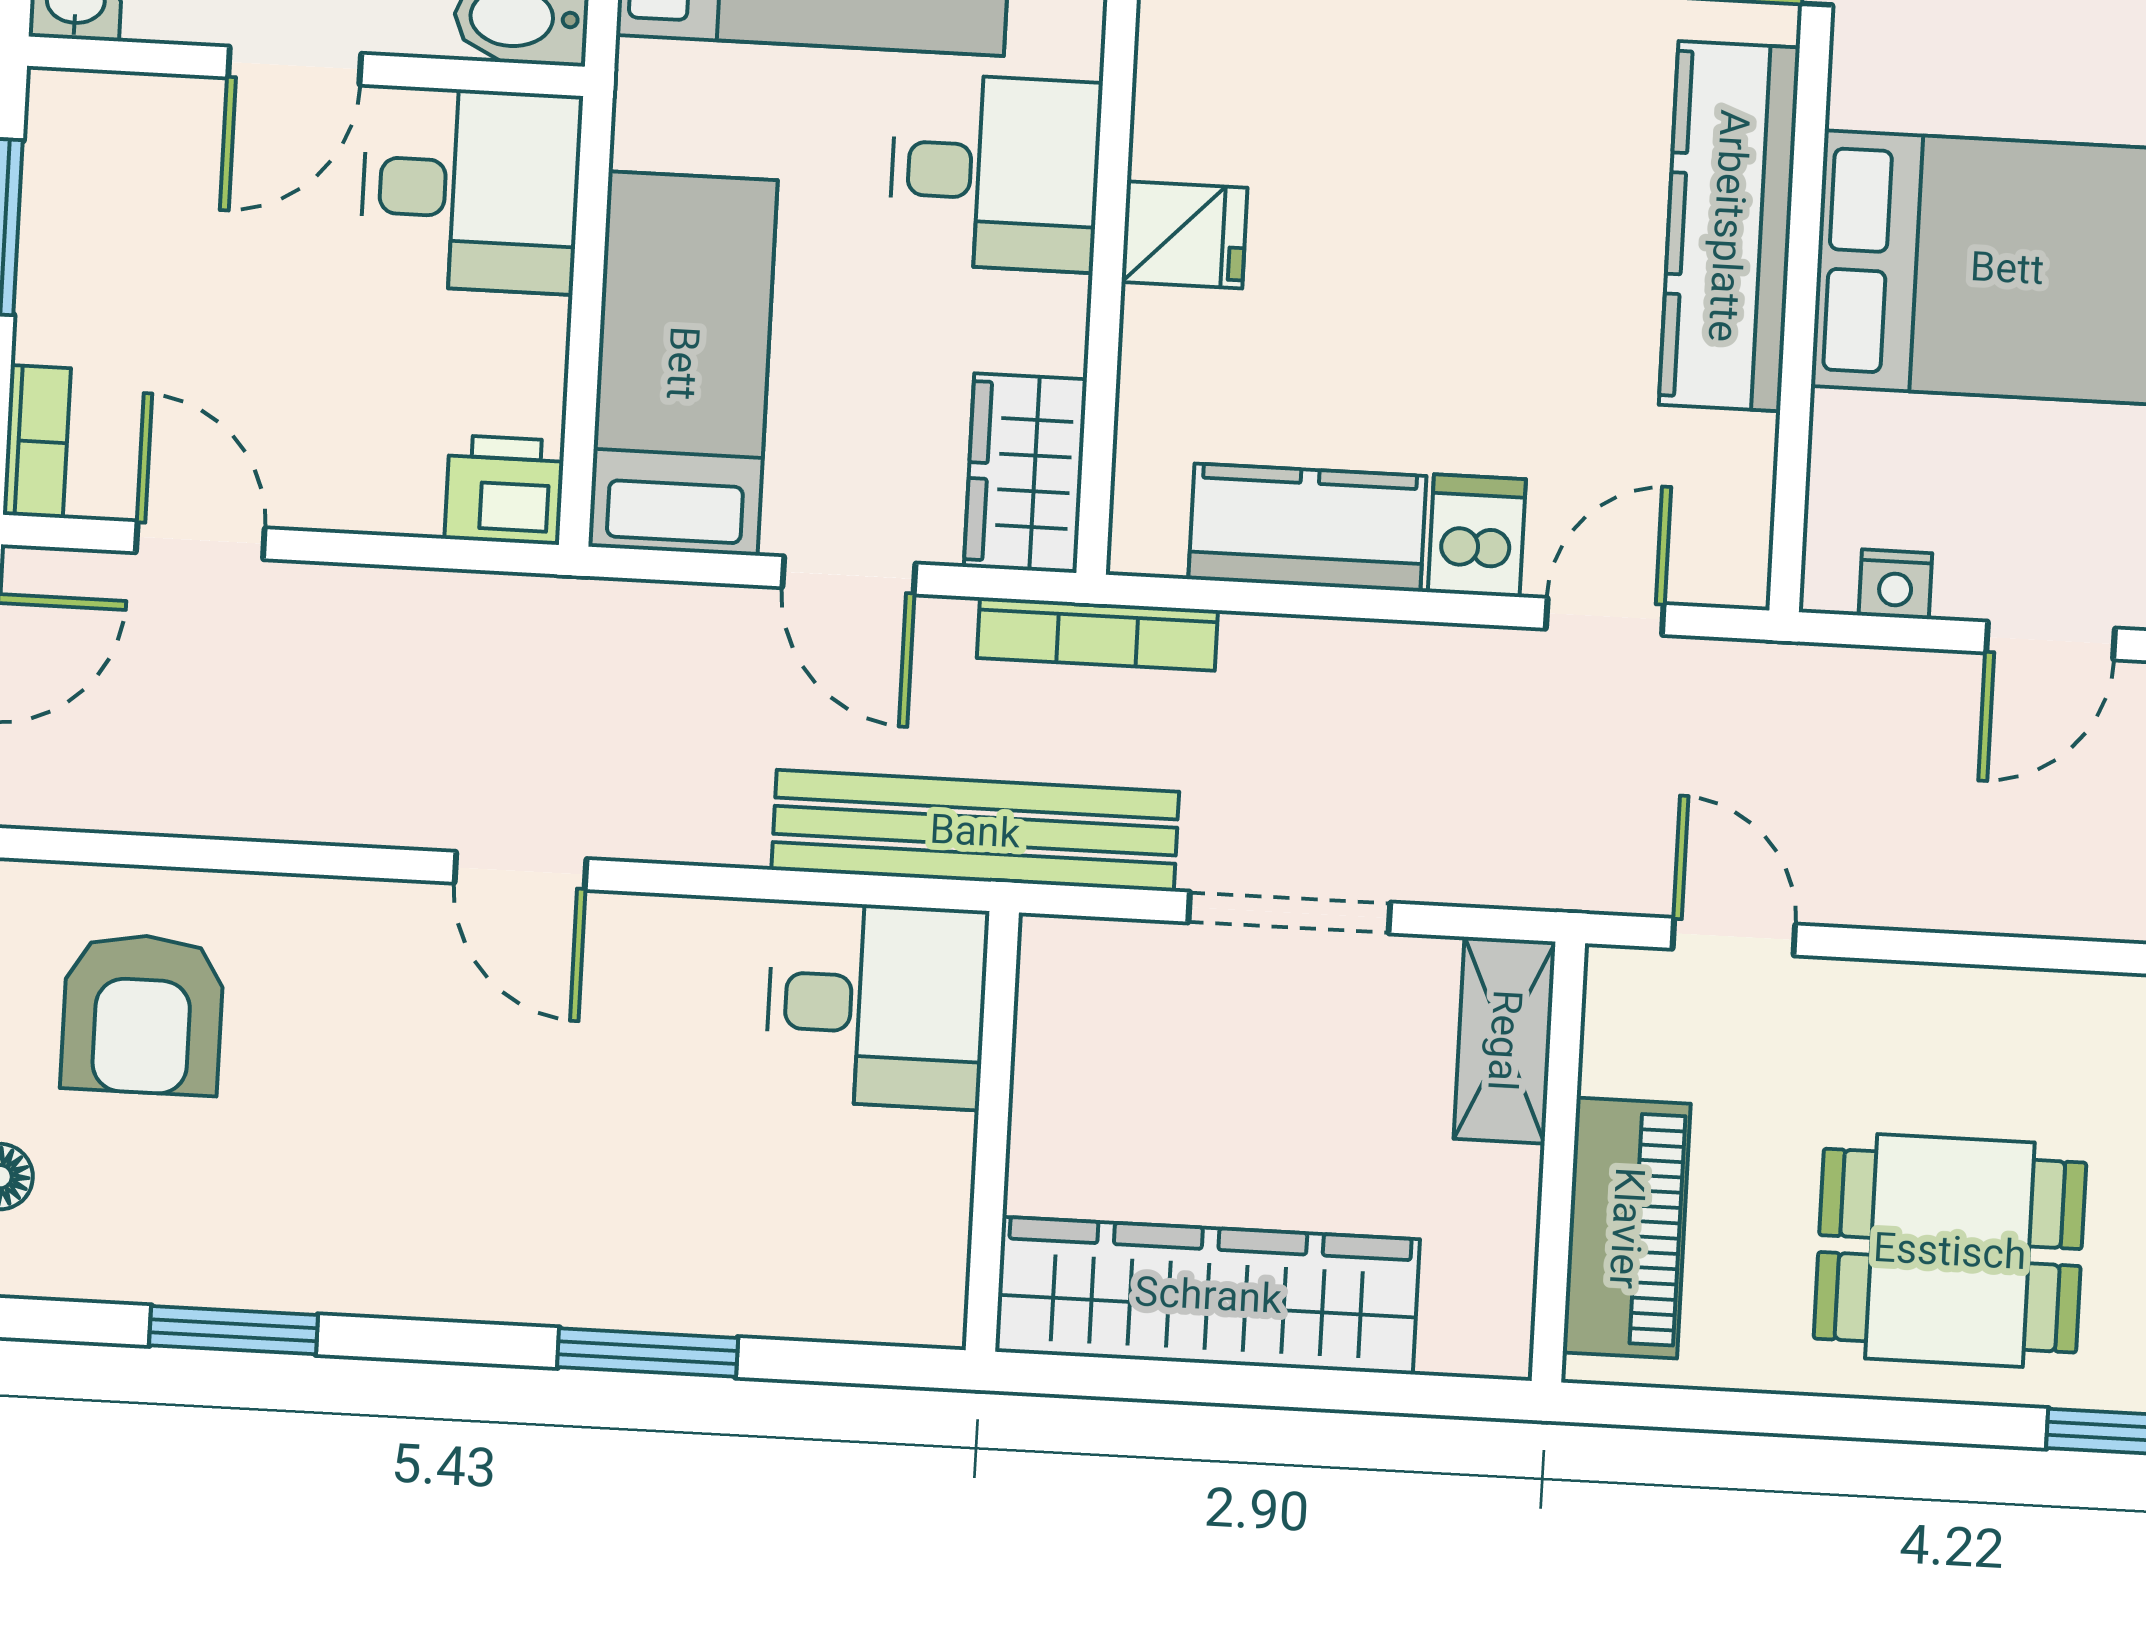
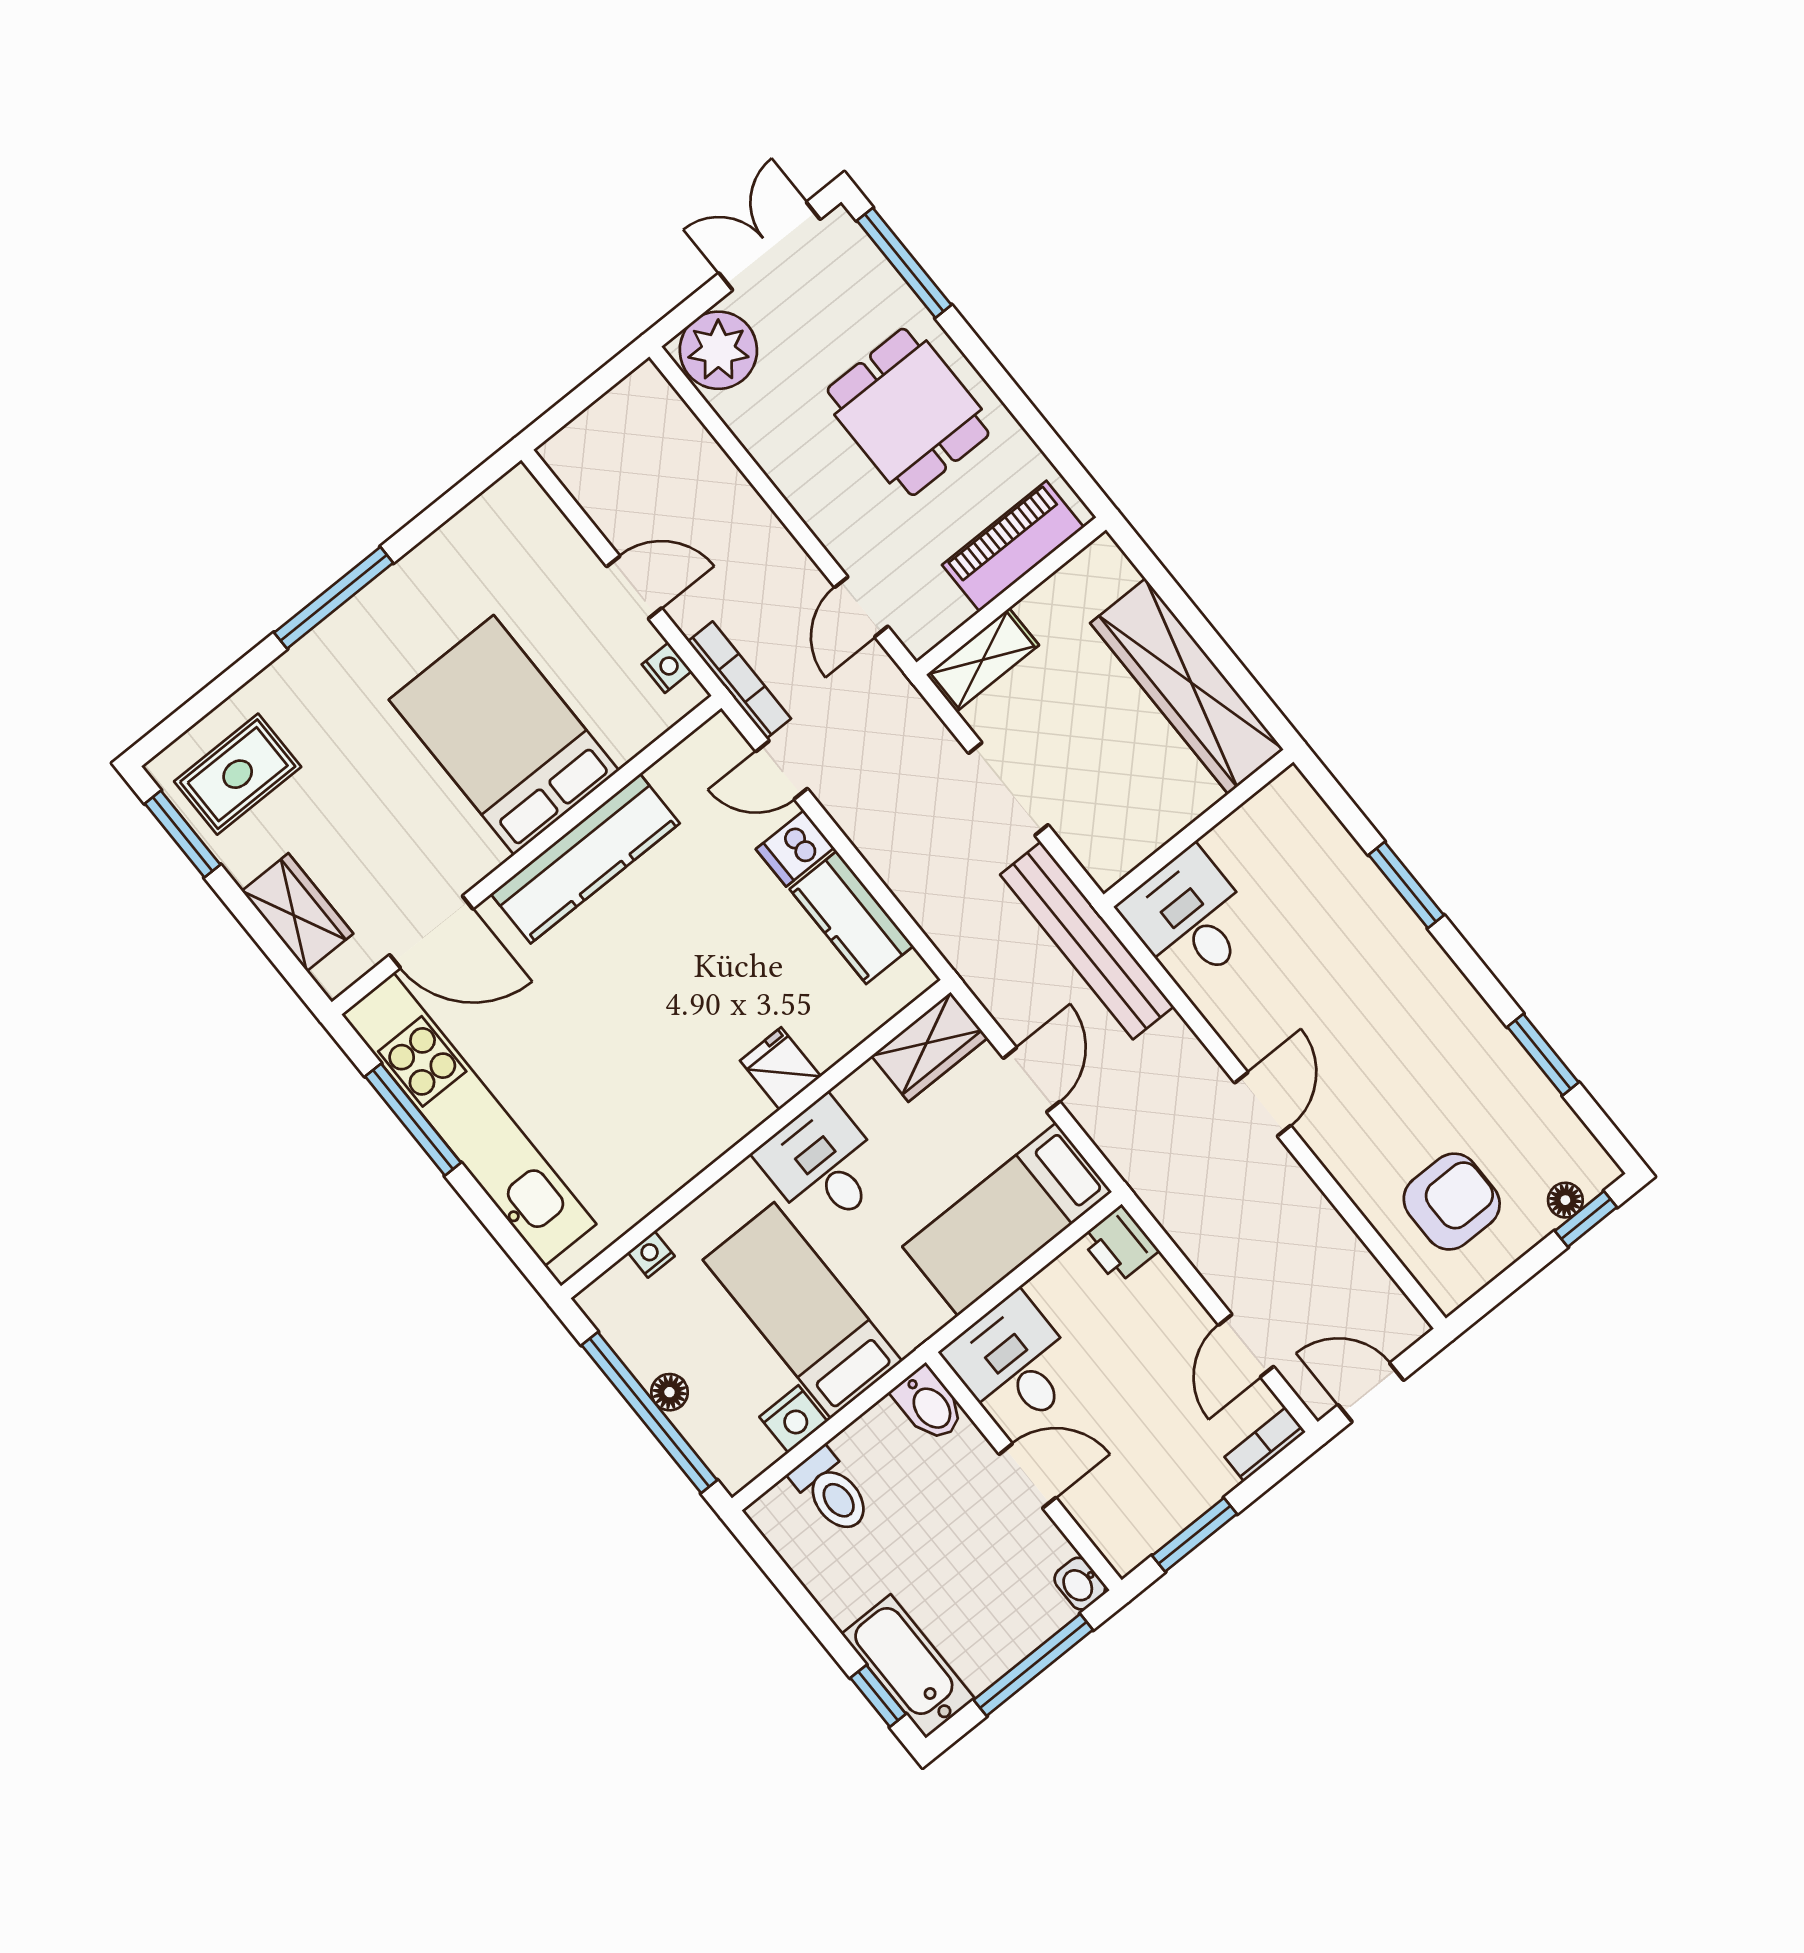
bookcase: (1097, 634) -> (739, 680), moved

